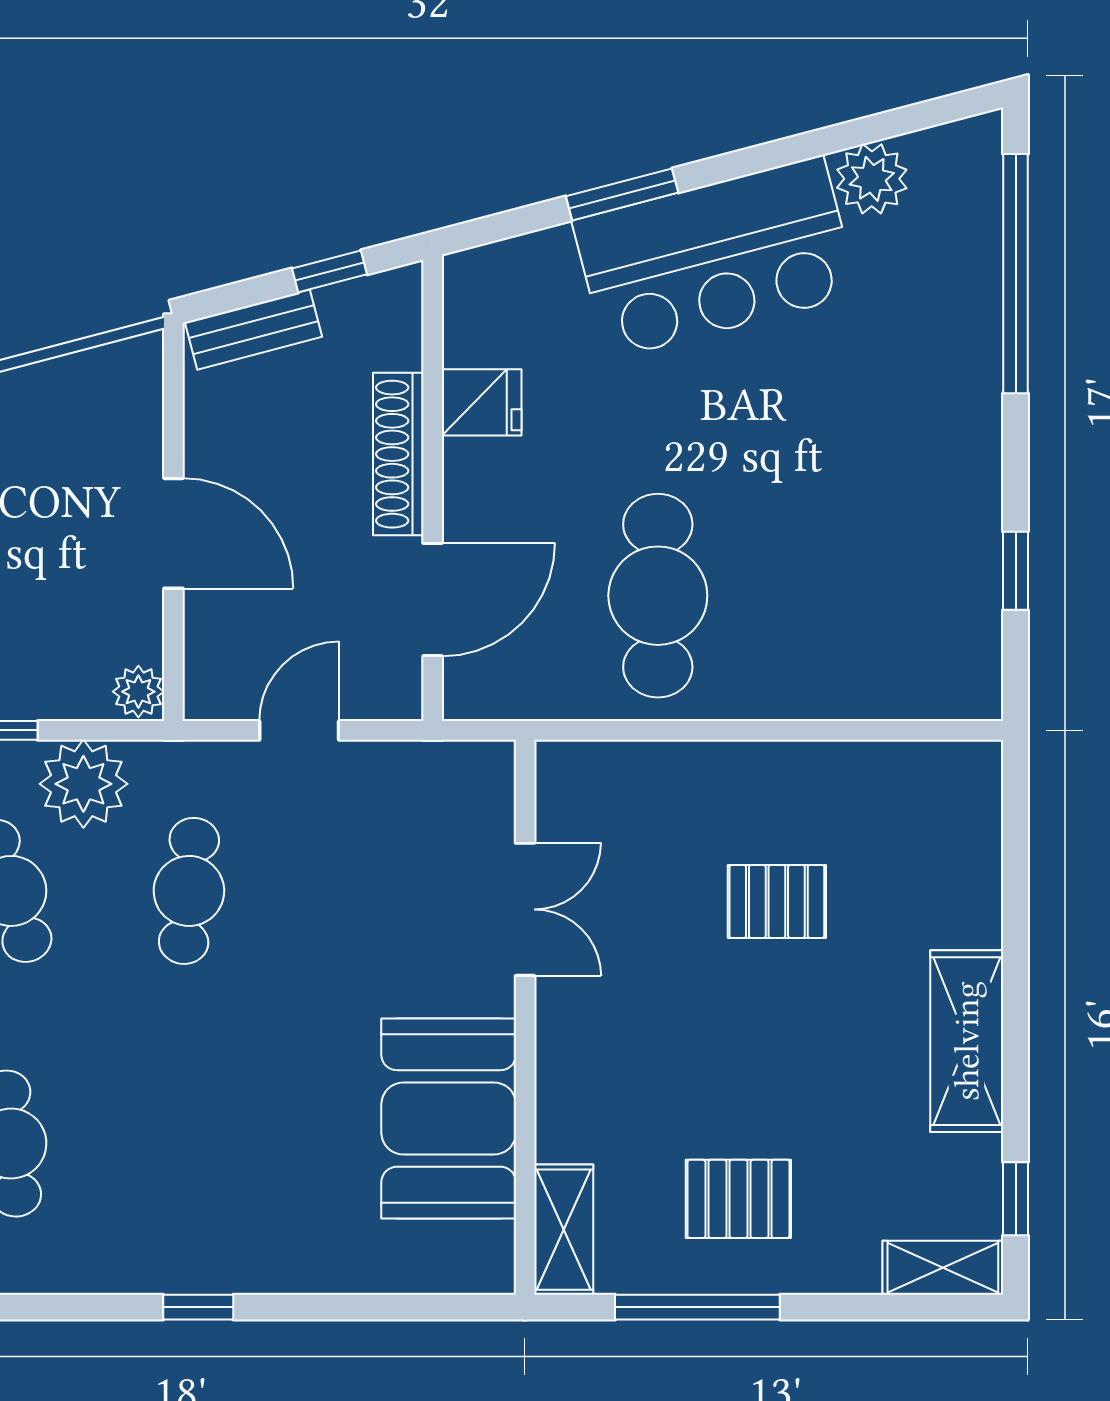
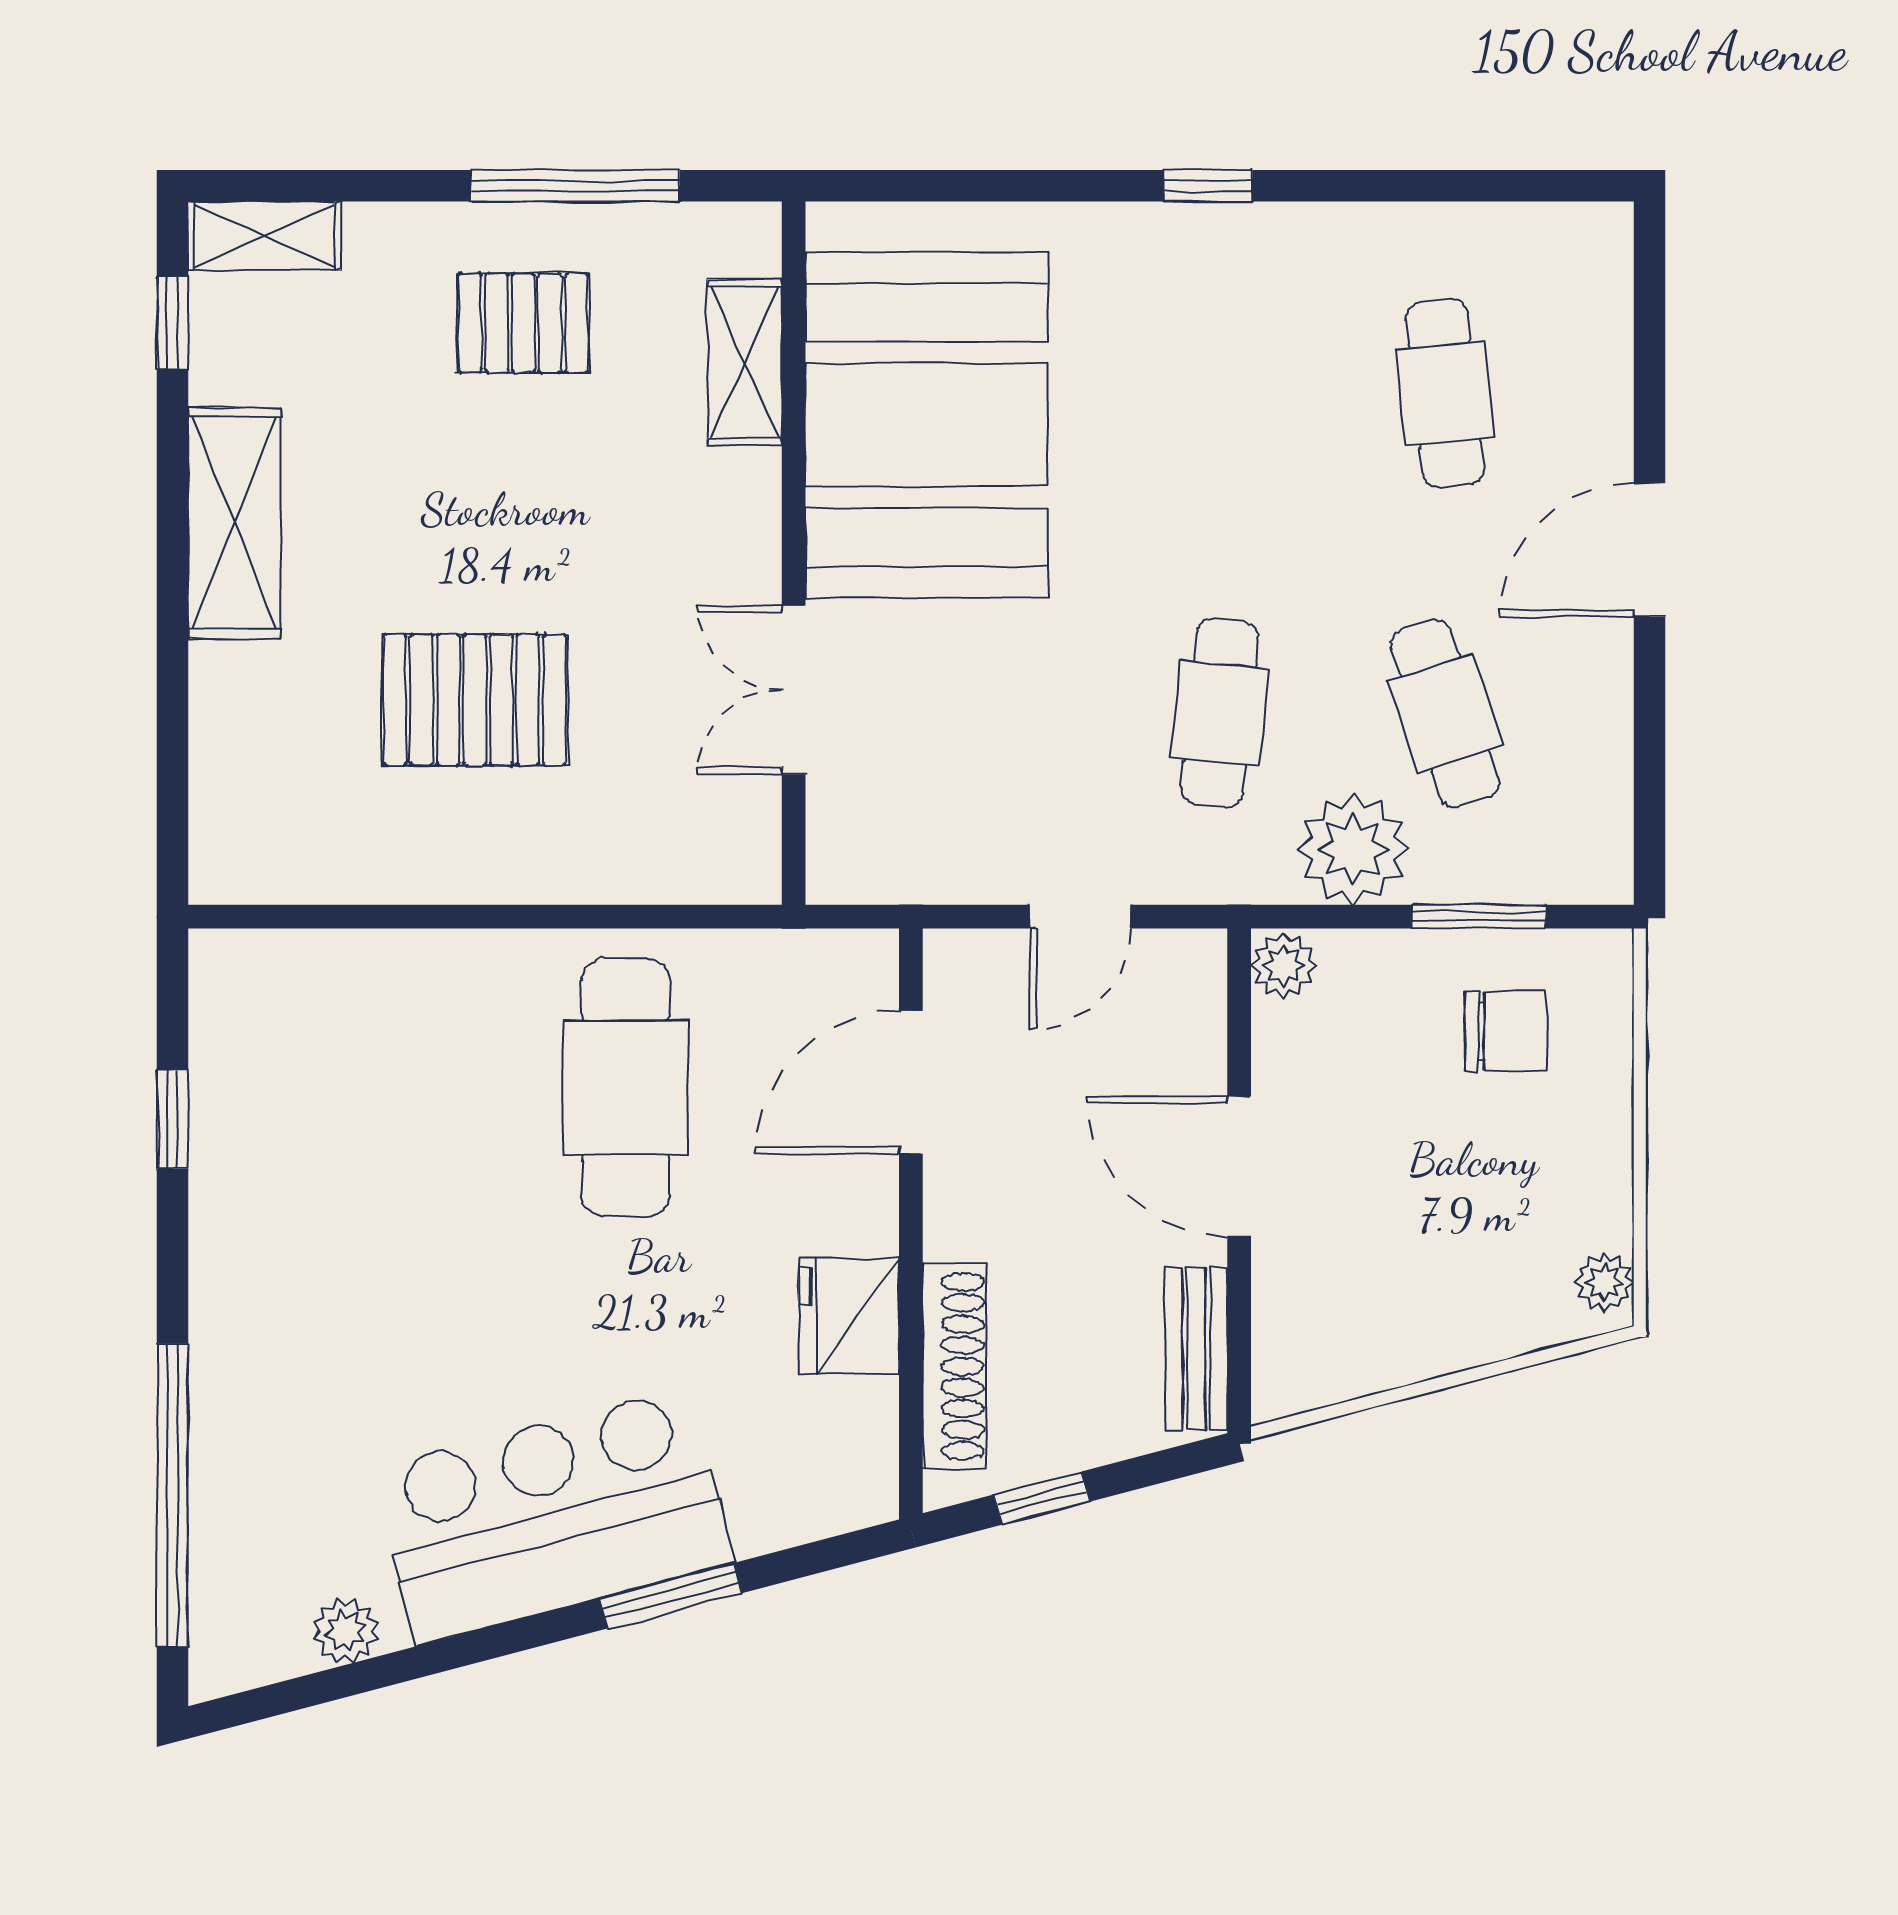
plant: (872, 179) -> (346, 1631), width x0.73, depth x0.73
bench: (253, 330) -> (1196, 1349), moved, turned -75
fridge: (482, 402) -> (849, 1316), width x1.38
shoe rack: (398, 454) -> (955, 1366), moved
pallet: (777, 901) -> (475, 700), width x1.50, depth x1.42
booth: (449, 1118) -> (927, 425), width x1.36, depth x1.42
shelving: (564, 1230) -> (745, 362), moved

